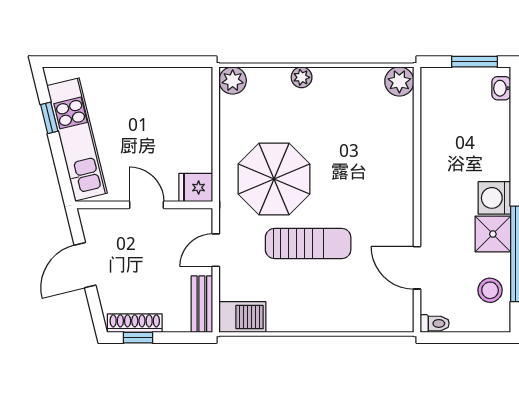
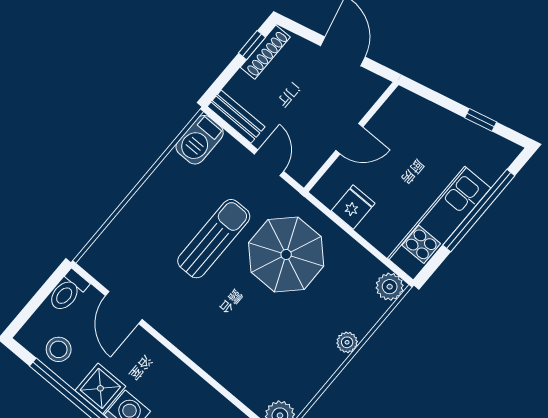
window: (119, 62) -> (479, 211), added
kitchen unit: (77, 139) -> (439, 223), moved, turned 104
fridge: (196, 188) -> (353, 207), moved
sun lounger: (308, 244) -> (214, 239), turned 180
door: (417, 268) -> (124, 307), swing flipped
toilet: (435, 323) -> (68, 291), width x1.37, depth x1.39

